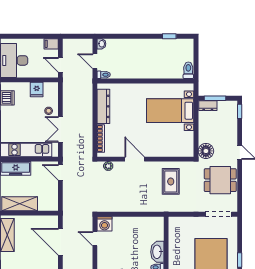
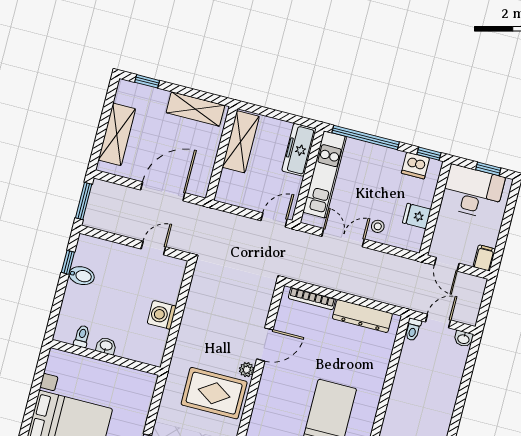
door: (60, 65) -> (447, 264), swing flipped
plant: (108, 166) -> (247, 370), moved
rug: (171, 181) -> (214, 393), width x1.36, depth x1.43
washing machine: (104, 224) -> (162, 315), moved
washbasin: (157, 252) -> (106, 346), width x0.52, depth x0.69

